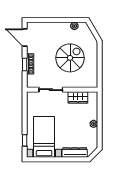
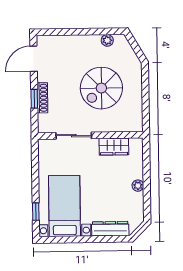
door: (25, 38) -> (34, 59), hinge flipped
spiral stairs: (70, 58) -> (101, 88), turned 180

